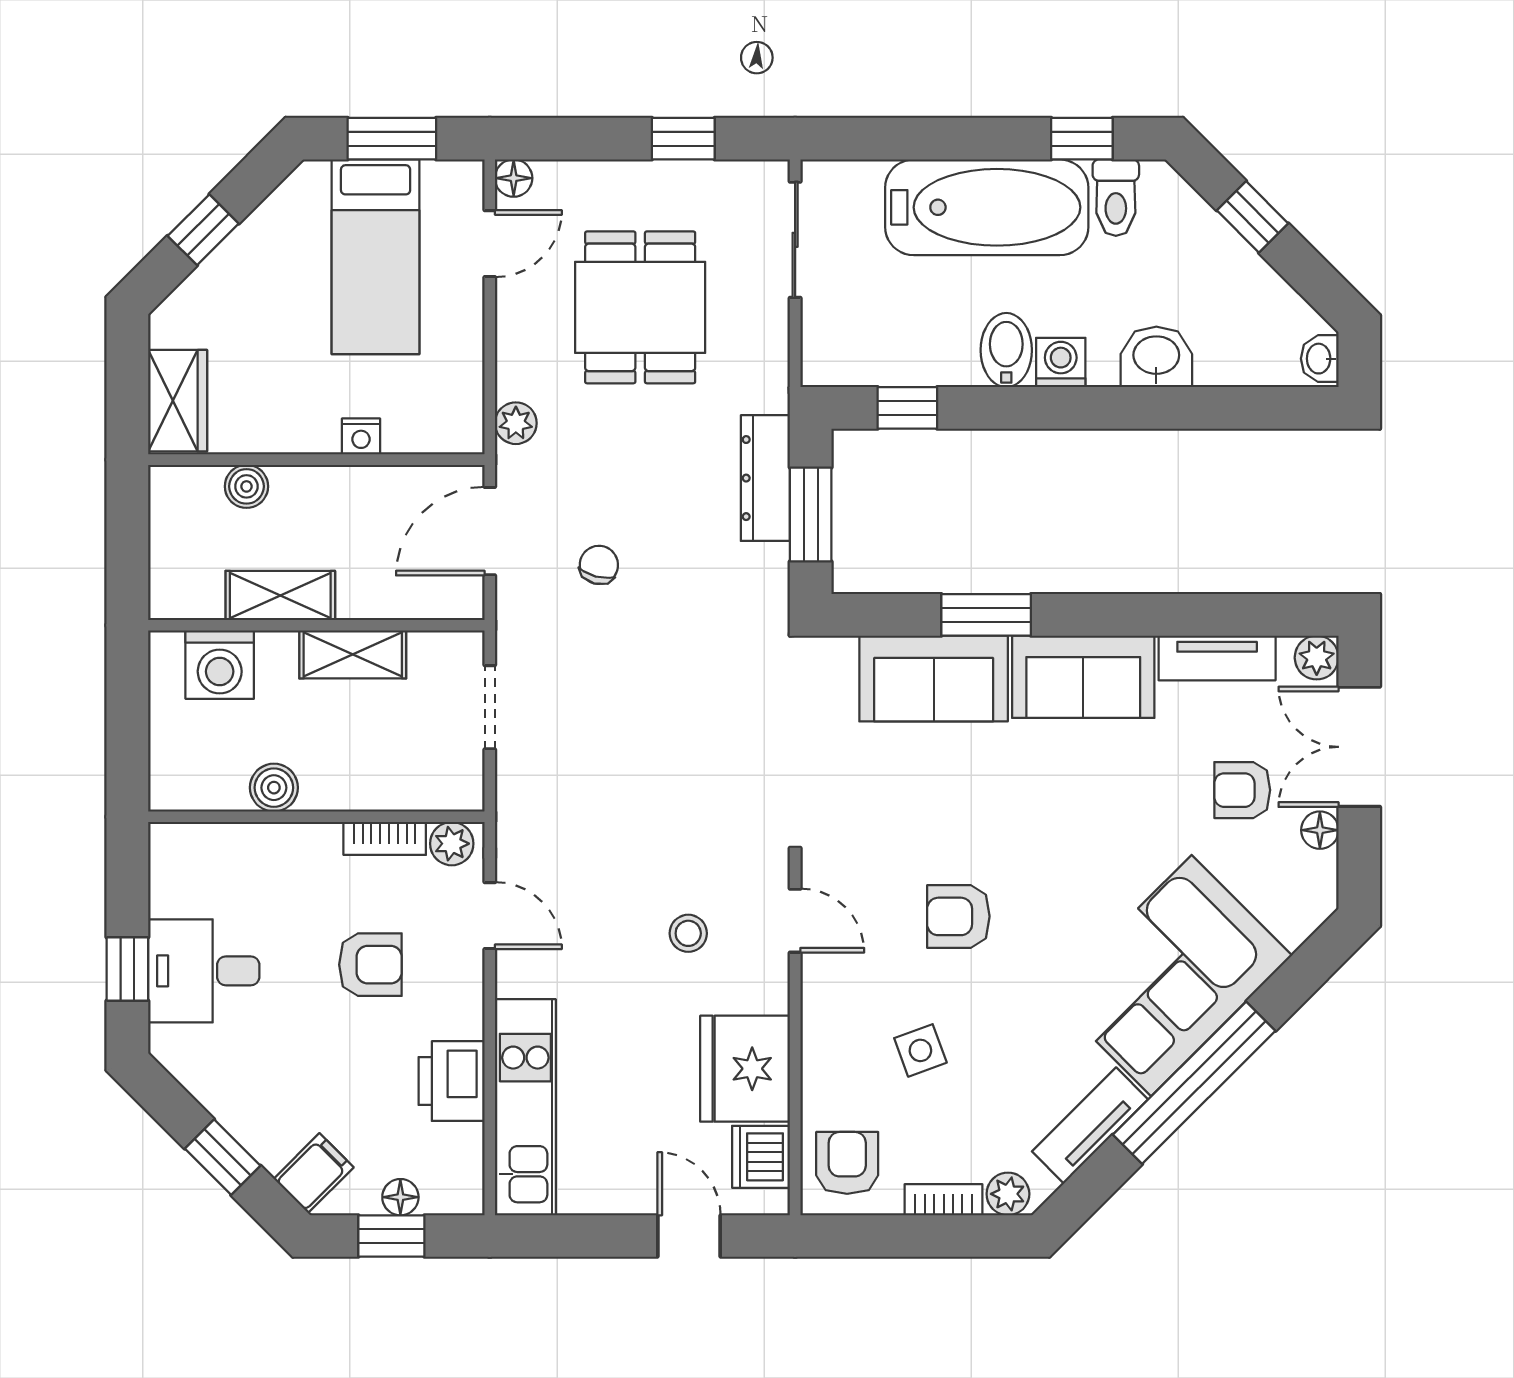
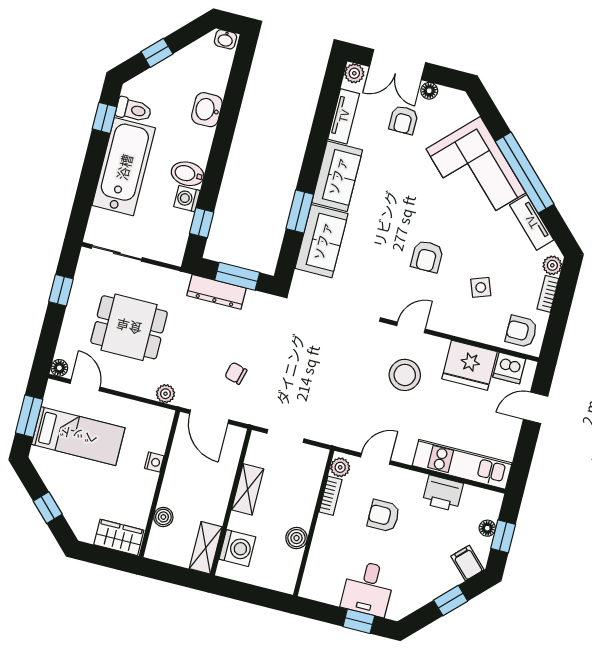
washing machine: (1061, 362) -> (187, 199), moved
shelving: (280, 595) -> (206, 548), moved
stool: (688, 933) -> (405, 375), width x1.89, depth x1.89
armchair: (370, 965) -> (384, 516), turned -90

